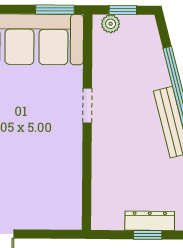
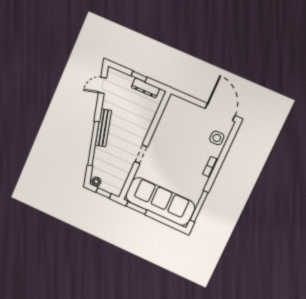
plant: (111, 24) -> (96, 182), moved
dresser: (150, 221) -> (146, 88), moved

